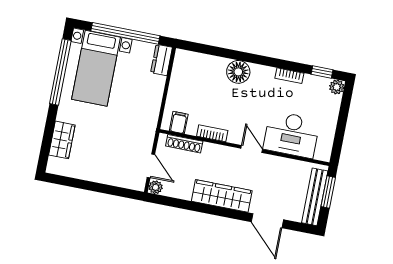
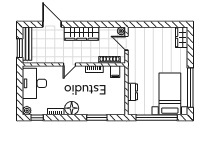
window: (224, 53) -> (97, 118), added
dresser: (162, 60) -> (132, 92), moved
floor lamp: (238, 72) -> (72, 108), moved
desk: (292, 134) -> (34, 83), moved, turned -90
wardrobe: (62, 140) -> (182, 37), moved
door: (252, 149) -> (69, 65), hinge flipped

